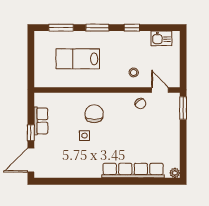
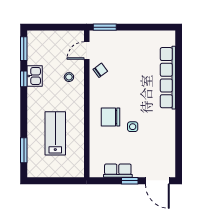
window: (97, 28) -> (24, 49), moved
kitchen sink: (161, 38) -> (35, 76), moved
lab bench: (78, 59) -> (55, 133), turned 180
plant: (175, 173) -> (170, 36), removed

